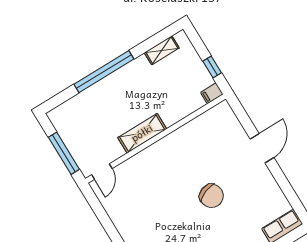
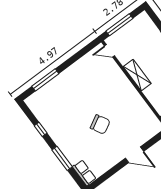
chair: (211, 196) -> (100, 124), turned -98

